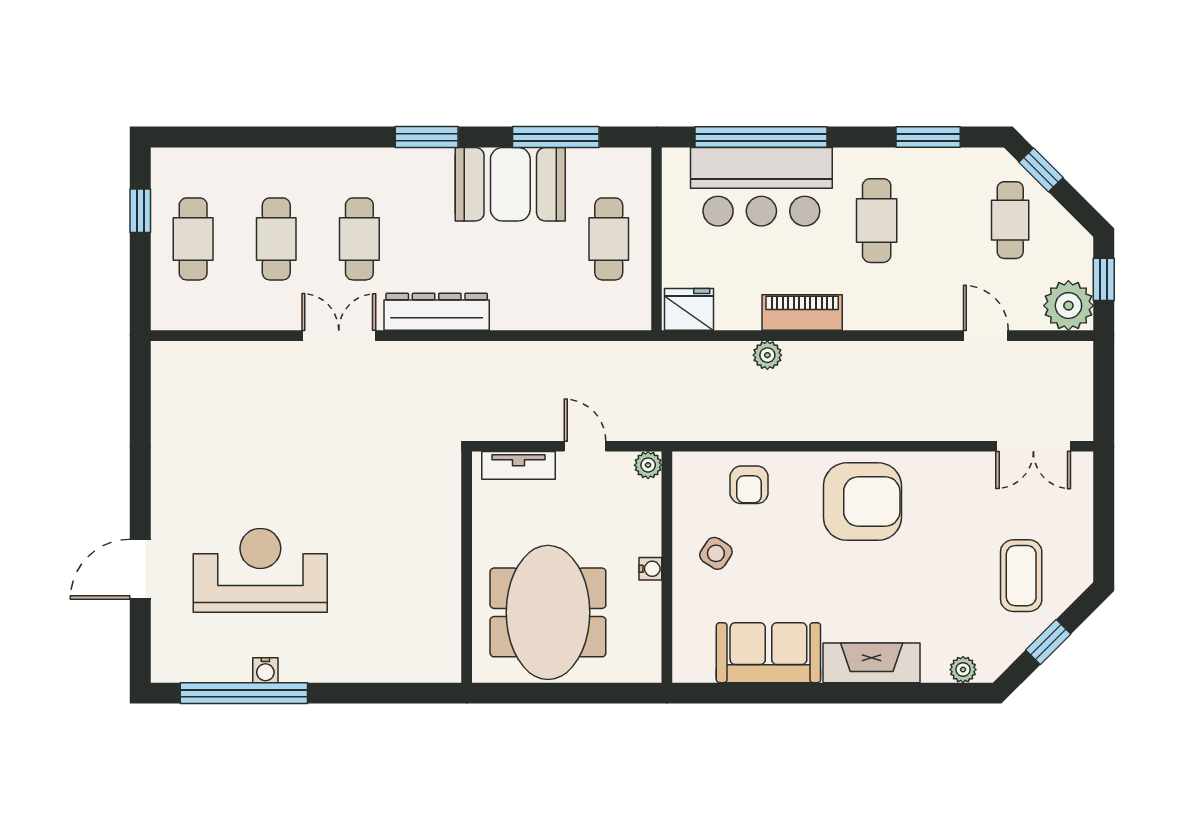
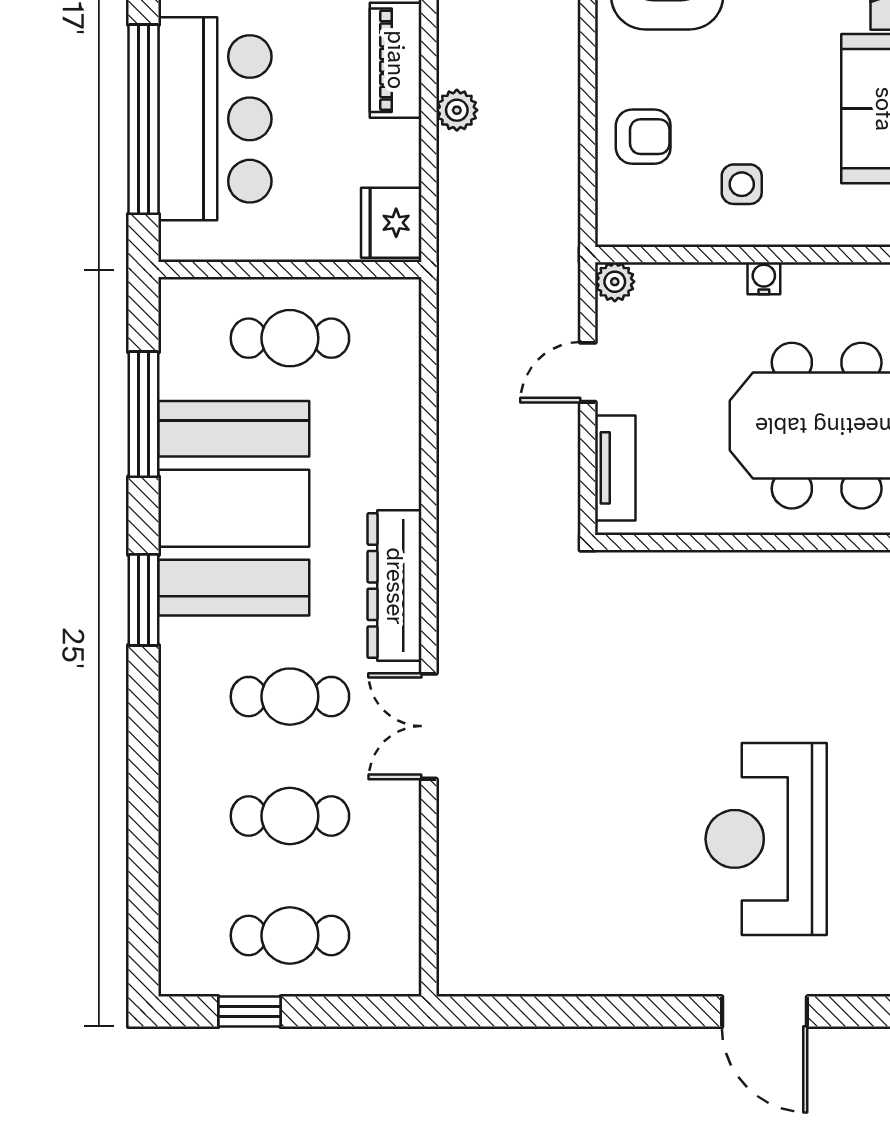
booth: (510, 184) -> (234, 508), width x1.36, depth x1.42
side table: (716, 553) -> (742, 184), turned -33

